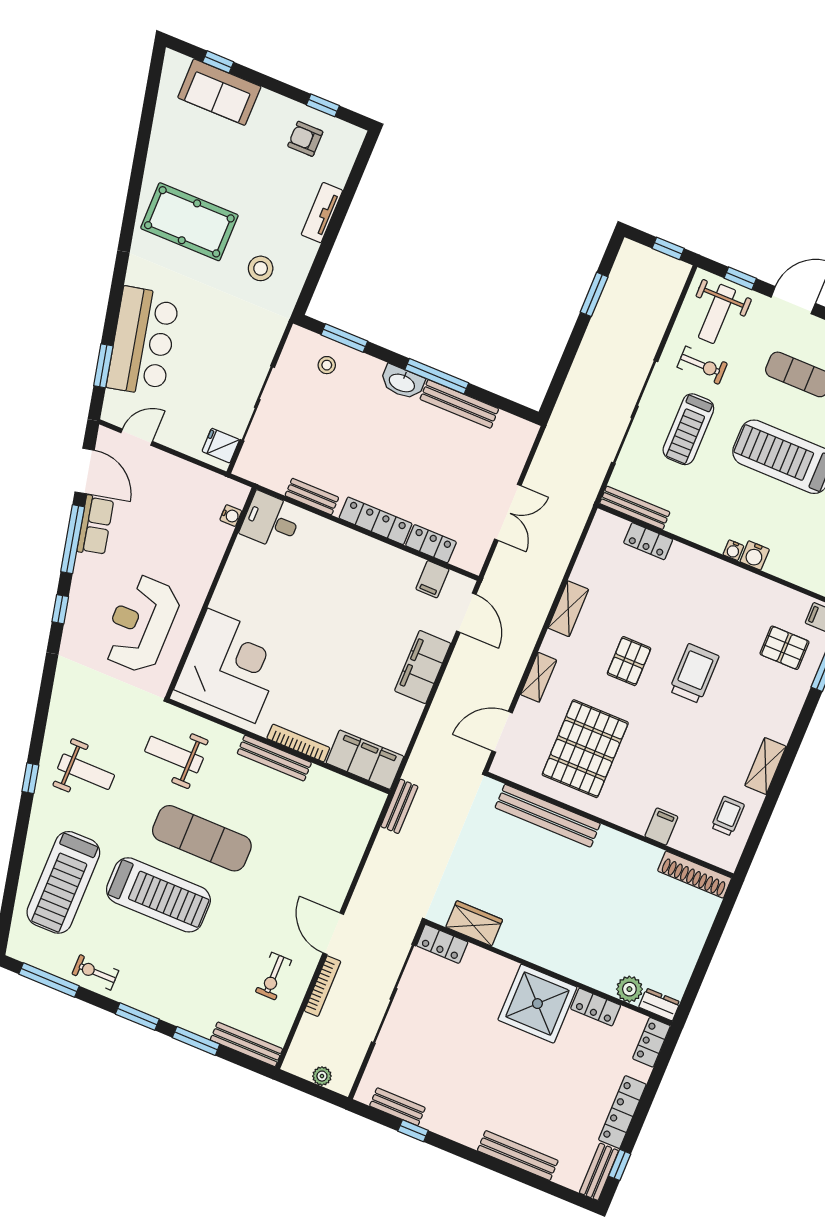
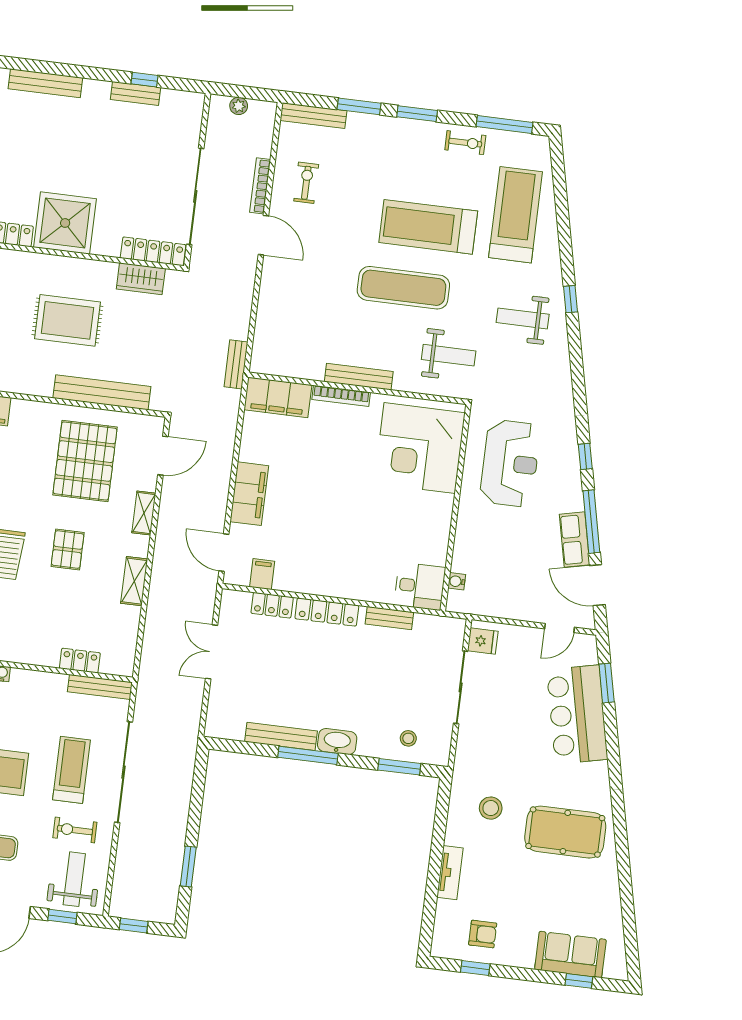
rug: (563, 901) -> (67, 320), added
locker: (442, 944) -> (153, 251), width x1.53
bench: (397, 1107) -> (136, 94), moved

